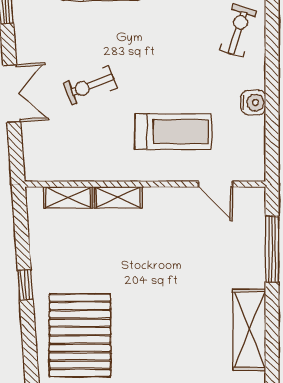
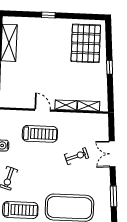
treadmill: (173, 132) -> (40, 134), turned 180
door: (216, 184) -> (43, 110), moved

